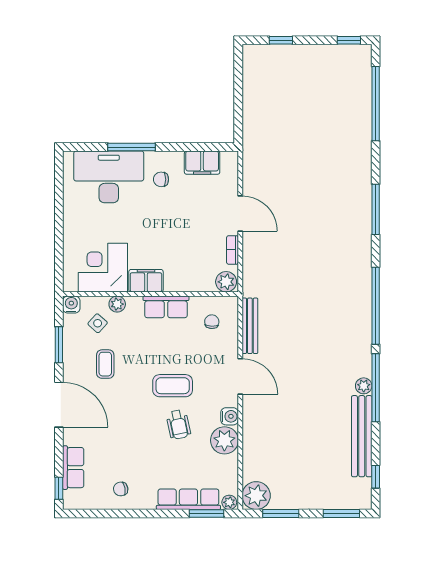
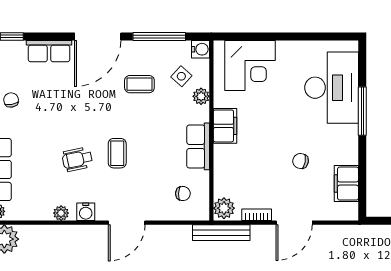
chair: (161, 179) -> (301, 161), moved, turned -79
corner desk: (103, 268) -> (250, 66), moved, turned 90
bench: (250, 326) -> (221, 233), moved
window: (59, 345) -> (159, 36), width x1.44
coffee table: (173, 386) -> (117, 153), width x0.73, depth x0.77
plant: (224, 440) -> (61, 213), width x0.53, depth x0.53
row of seats: (73, 468) -> (49, 51), moved

